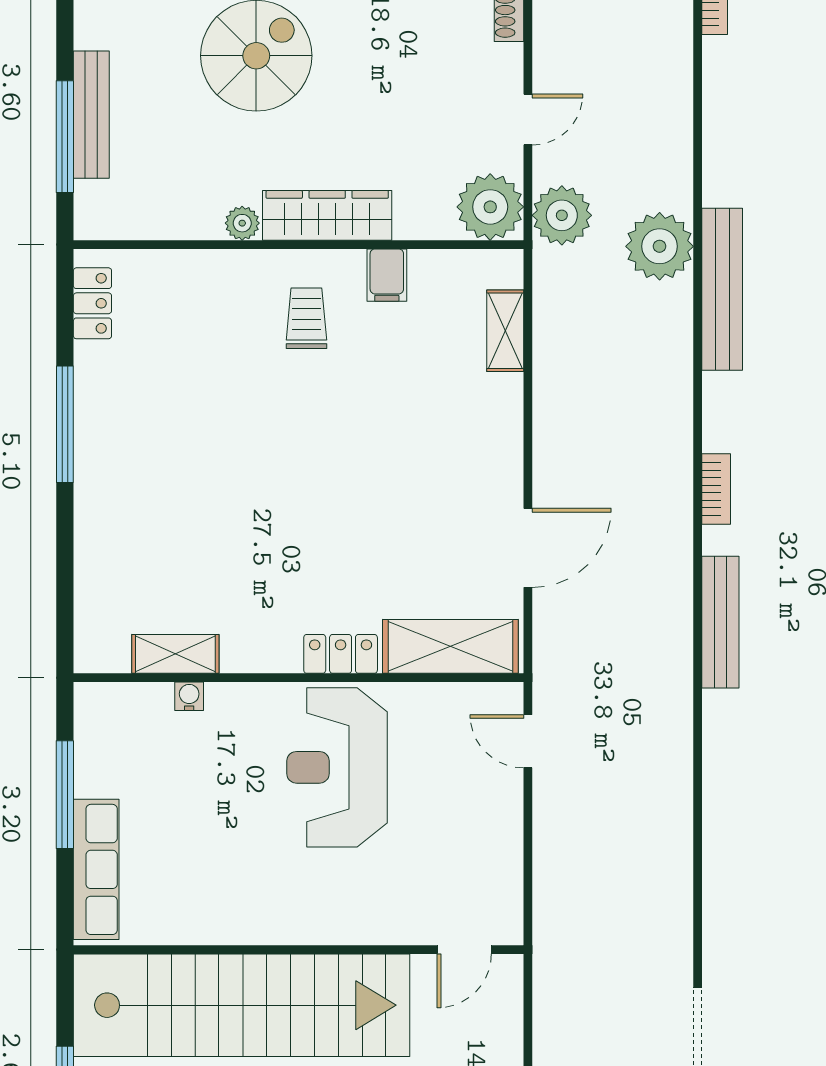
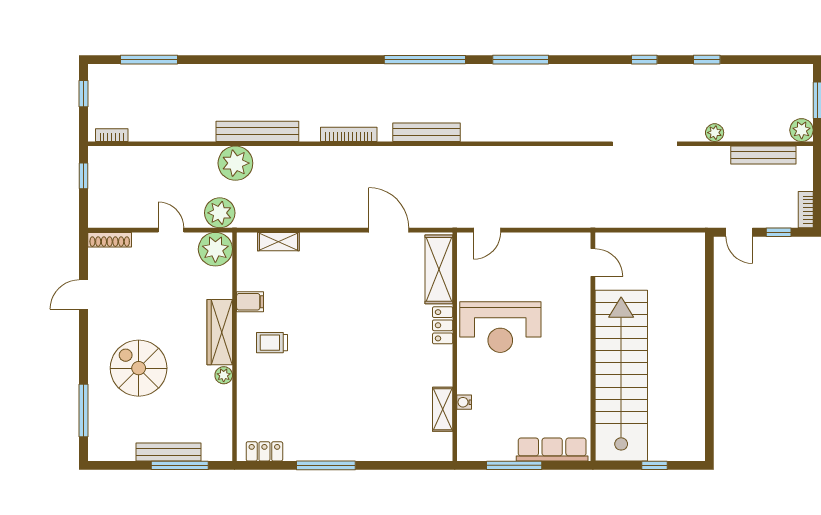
bookcase: (716, 489) -> (349, 134), width x1.56

